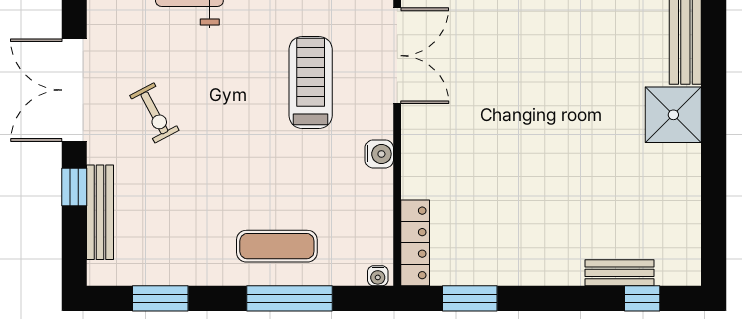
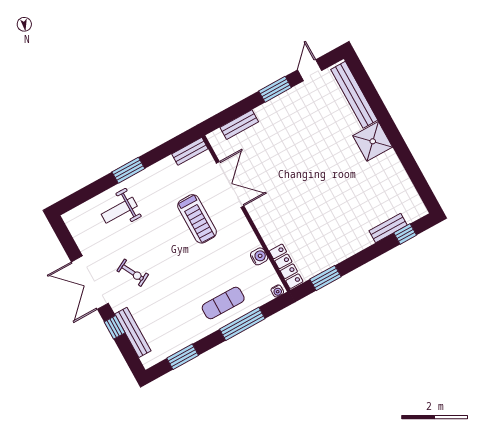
treadmill: (311, 82) -> (197, 219), turned 180
water cooler: (379, 154) -> (259, 256), moved

